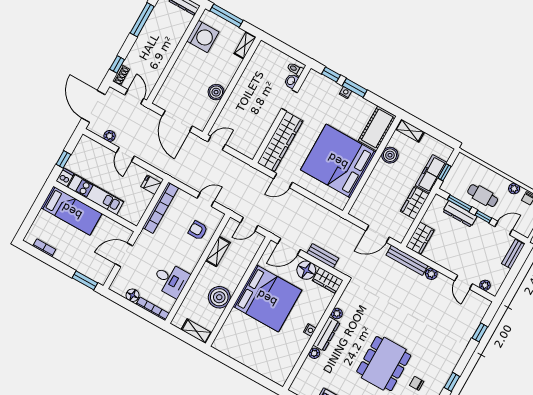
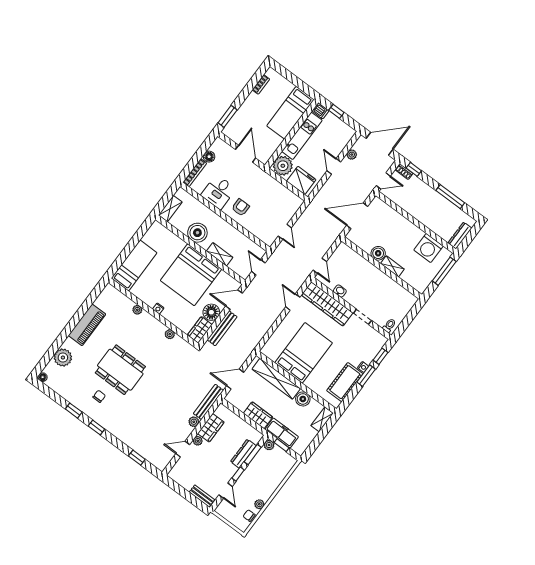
shelving: (245, 45) -> (392, 266), moved
washbasin: (291, 81) -> (340, 291), moved
cot: (377, 128) -> (345, 382), moved, turned 90
door: (217, 143) -> (320, 266), moved
door: (125, 154) -> (334, 166), hinge flipped
bed: (338, 161) -> (304, 353), width x0.73
fridge: (151, 185) -> (301, 180), width x1.88, depth x1.34
plant: (446, 186) -> (269, 445), added
shelving: (371, 188) -> (276, 379), added
cafe table: (483, 196) -> (257, 476), removed
bookcase: (160, 208) -> (283, 191), removed
plant: (132, 211) -> (283, 166), added
armchair: (198, 230) -> (241, 207), moved
door: (378, 234) -> (235, 379), hinge flipped
wardrobe: (420, 238) -> (211, 428), moved, turned -90
door: (289, 247) -> (234, 300), hinge flipped
shelving: (218, 251) -> (220, 254), moved
bench: (323, 256) -> (222, 328), width x1.36
plant: (485, 285) -> (198, 441), moved
dresser: (327, 334) -> (153, 323), removed
bed: (265, 363) -> (134, 265), added

